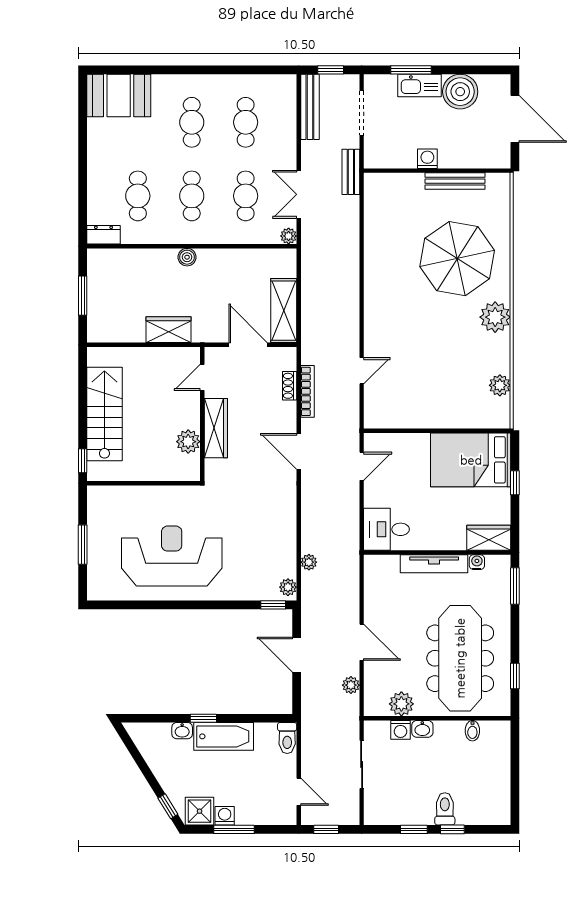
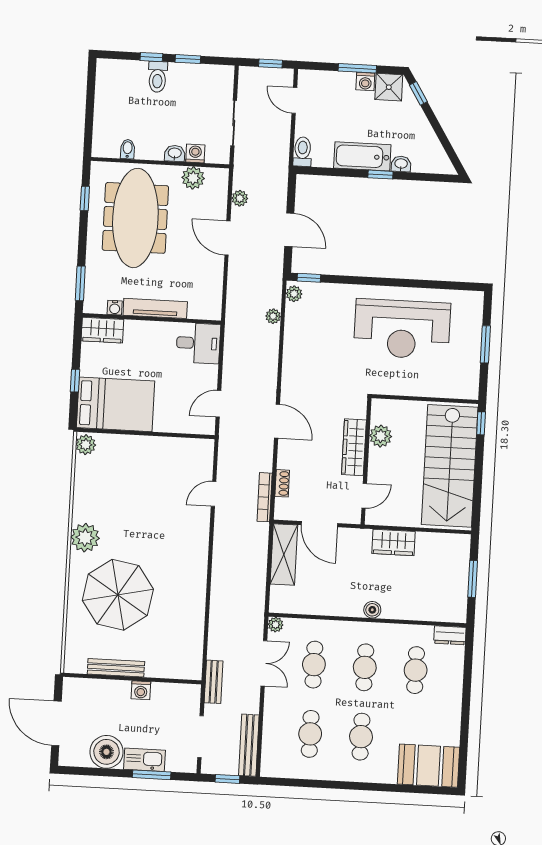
plant: (500, 385) -> (86, 445), moved
bookcase: (307, 391) -> (265, 497), moved
stairs: (104, 414) -> (450, 466), width x1.36, depth x1.51

